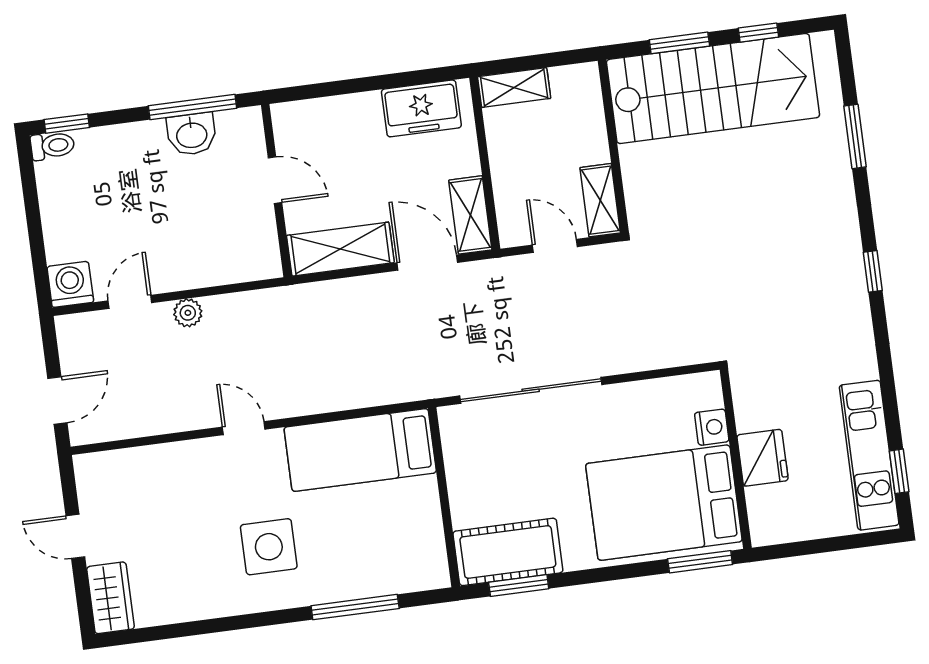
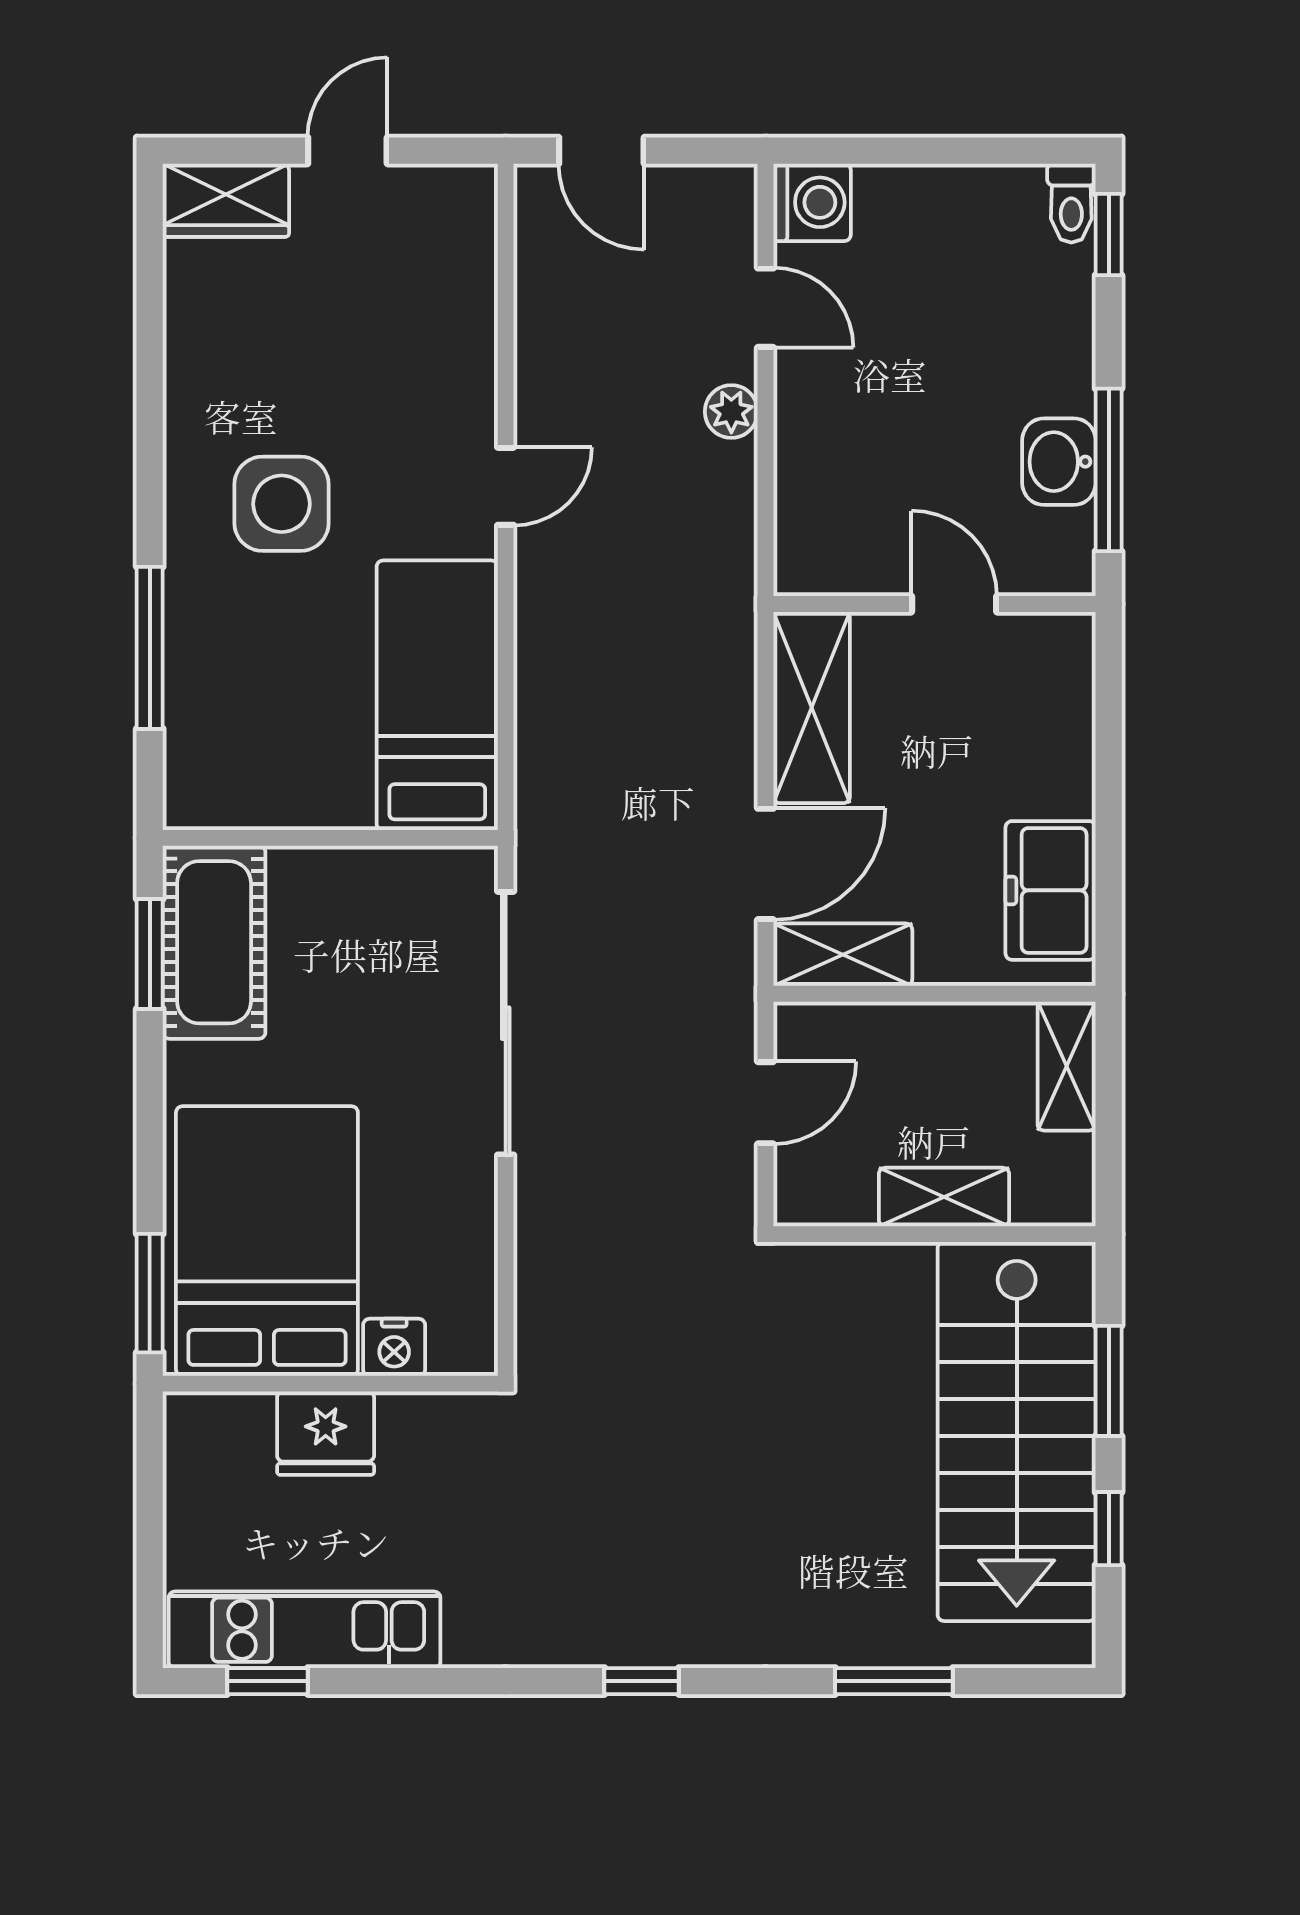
door: (275, 180) -> (954, 604), swing flipped
shelving: (600, 200) -> (944, 1197), moved

